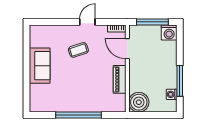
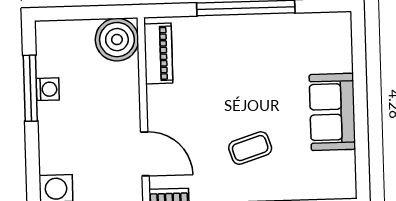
piano: (120, 79) -> (158, 53), moved
washing machine: (172, 94) -> (48, 89), moved

